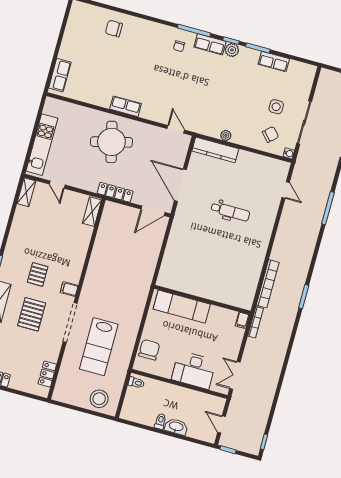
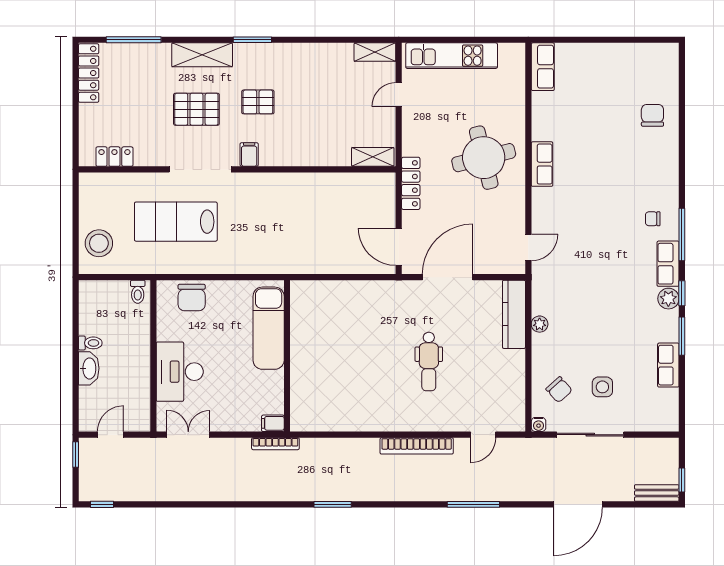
row of seats: (60, 75) -> (543, 67), moved, turned -90
bookcase: (268, 284) -> (417, 446), moved
chair: (149, 350) -> (192, 298), turned 90

